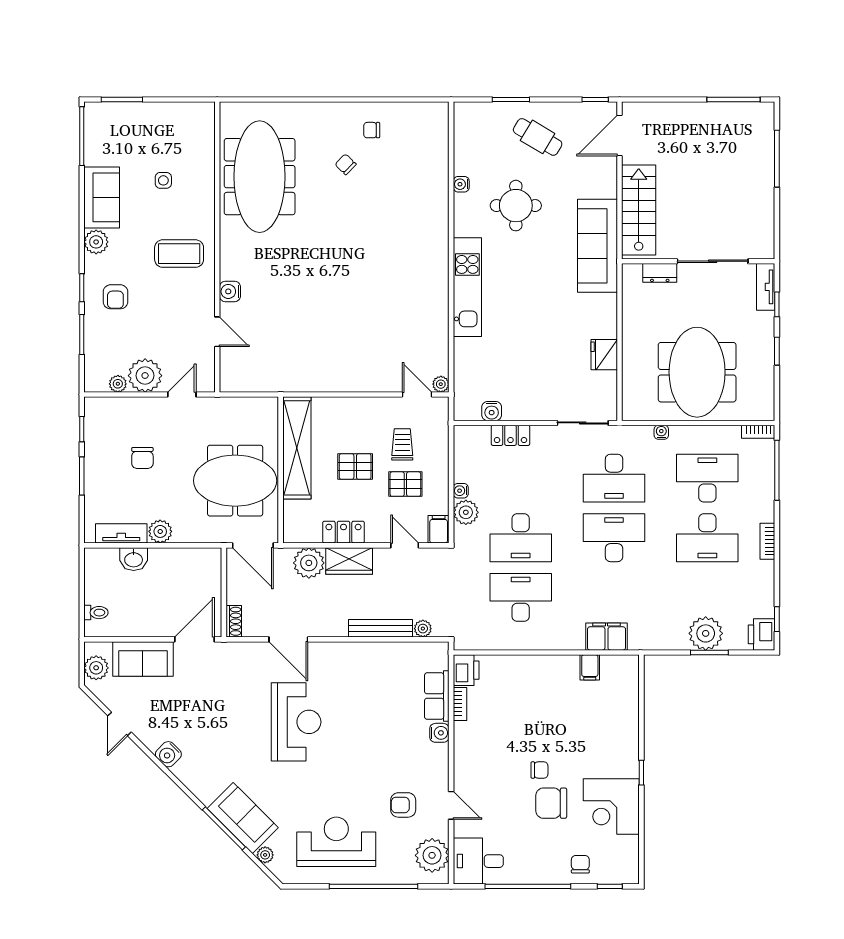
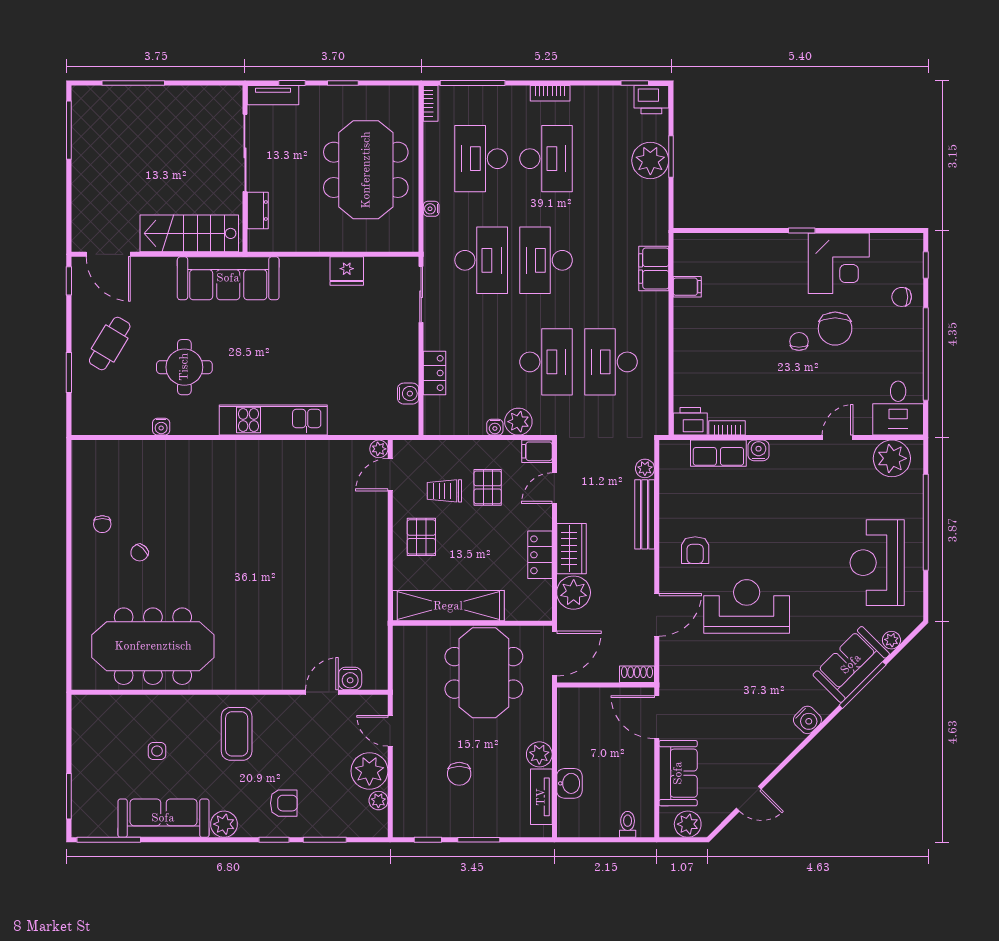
sofa: (102, 197) -> (163, 818), width x1.36
water cooler: (230, 291) -> (350, 678), moved
meeting table: (697, 372) -> (366, 170), turned 90
chair: (142, 458) -> (459, 774), turned 90
pallet: (355, 466) -> (421, 537), moved
water cooler: (168, 754) -> (807, 720), moved
armchair: (403, 805) -> (695, 550), moved

